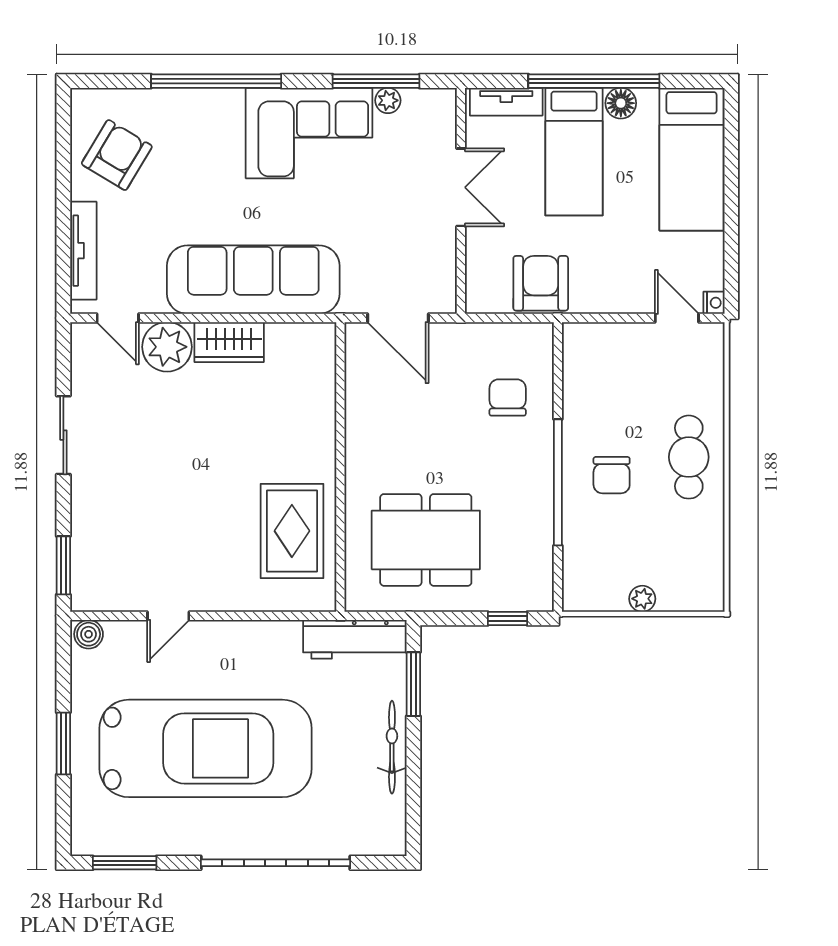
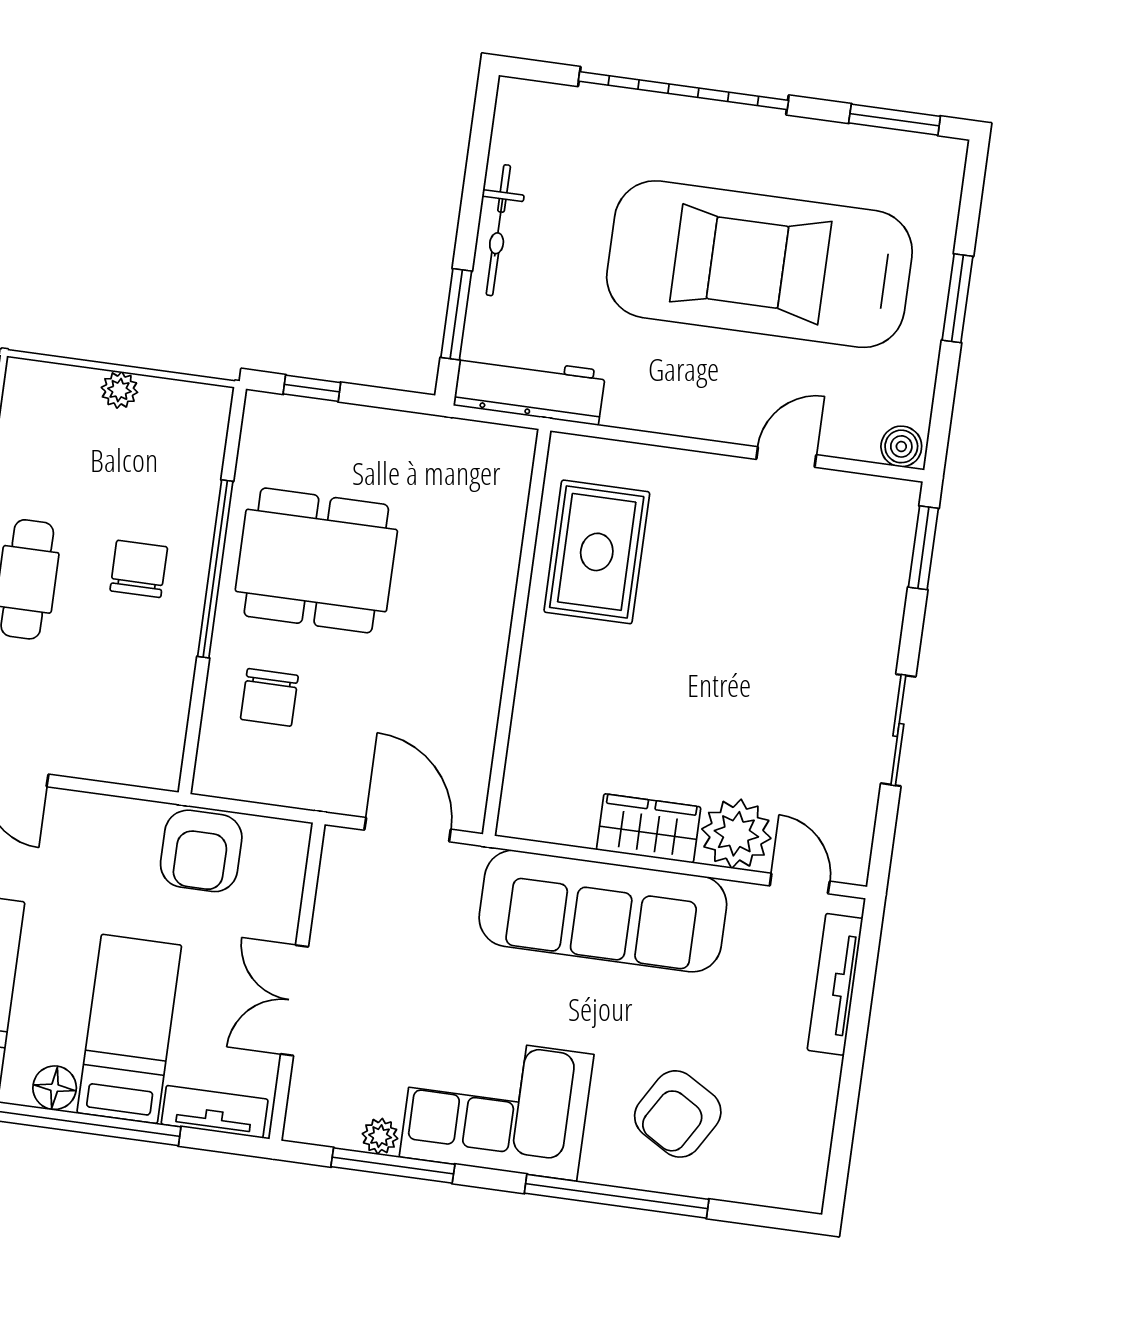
armchair: (117, 155) -> (678, 1114), moved
dining table: (426, 540) -> (316, 560), moved

